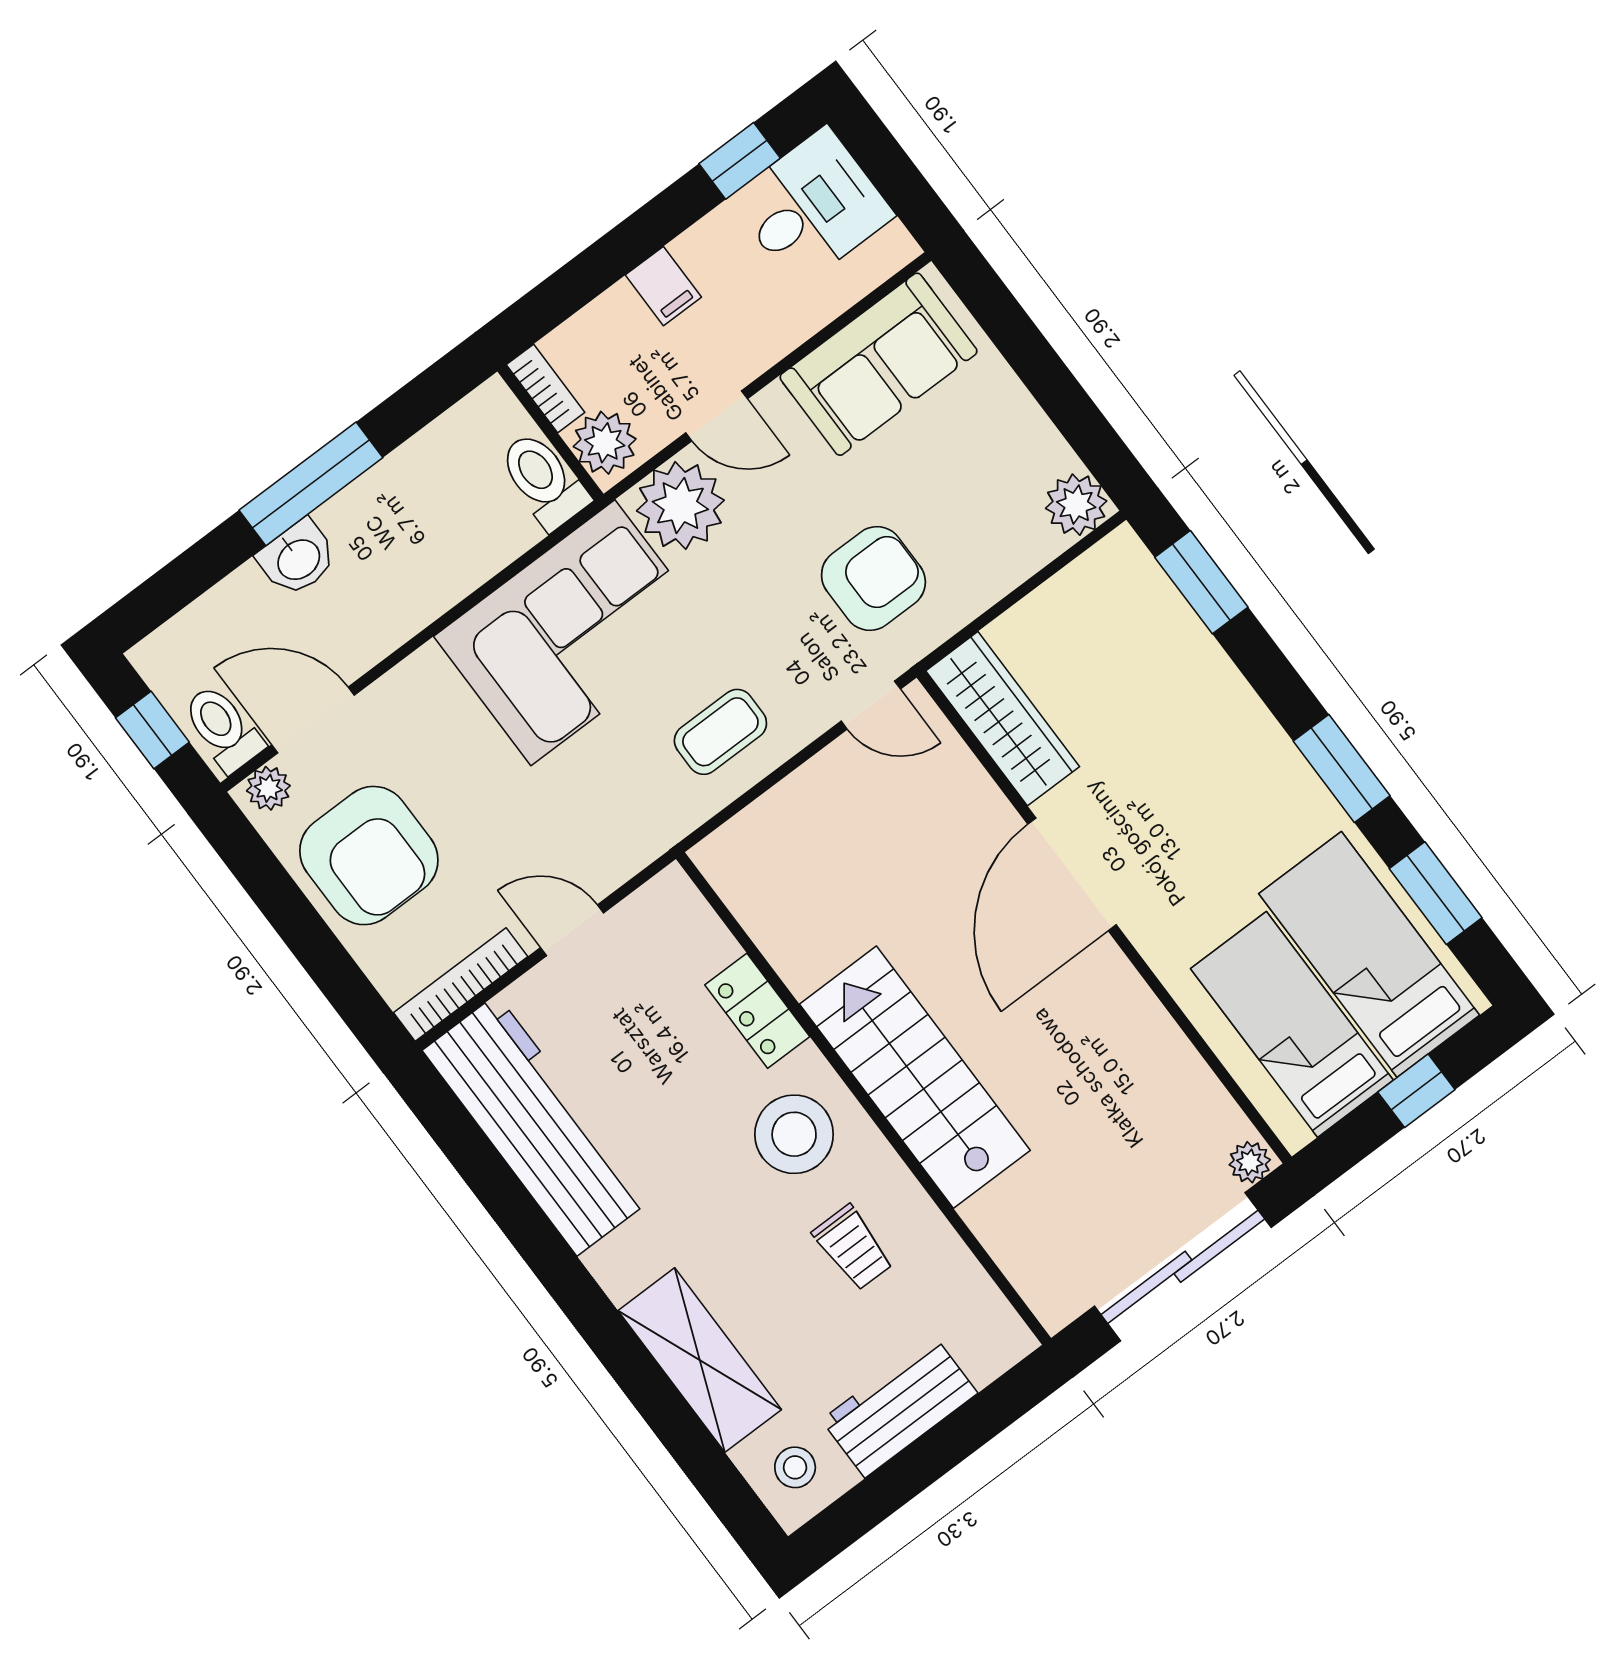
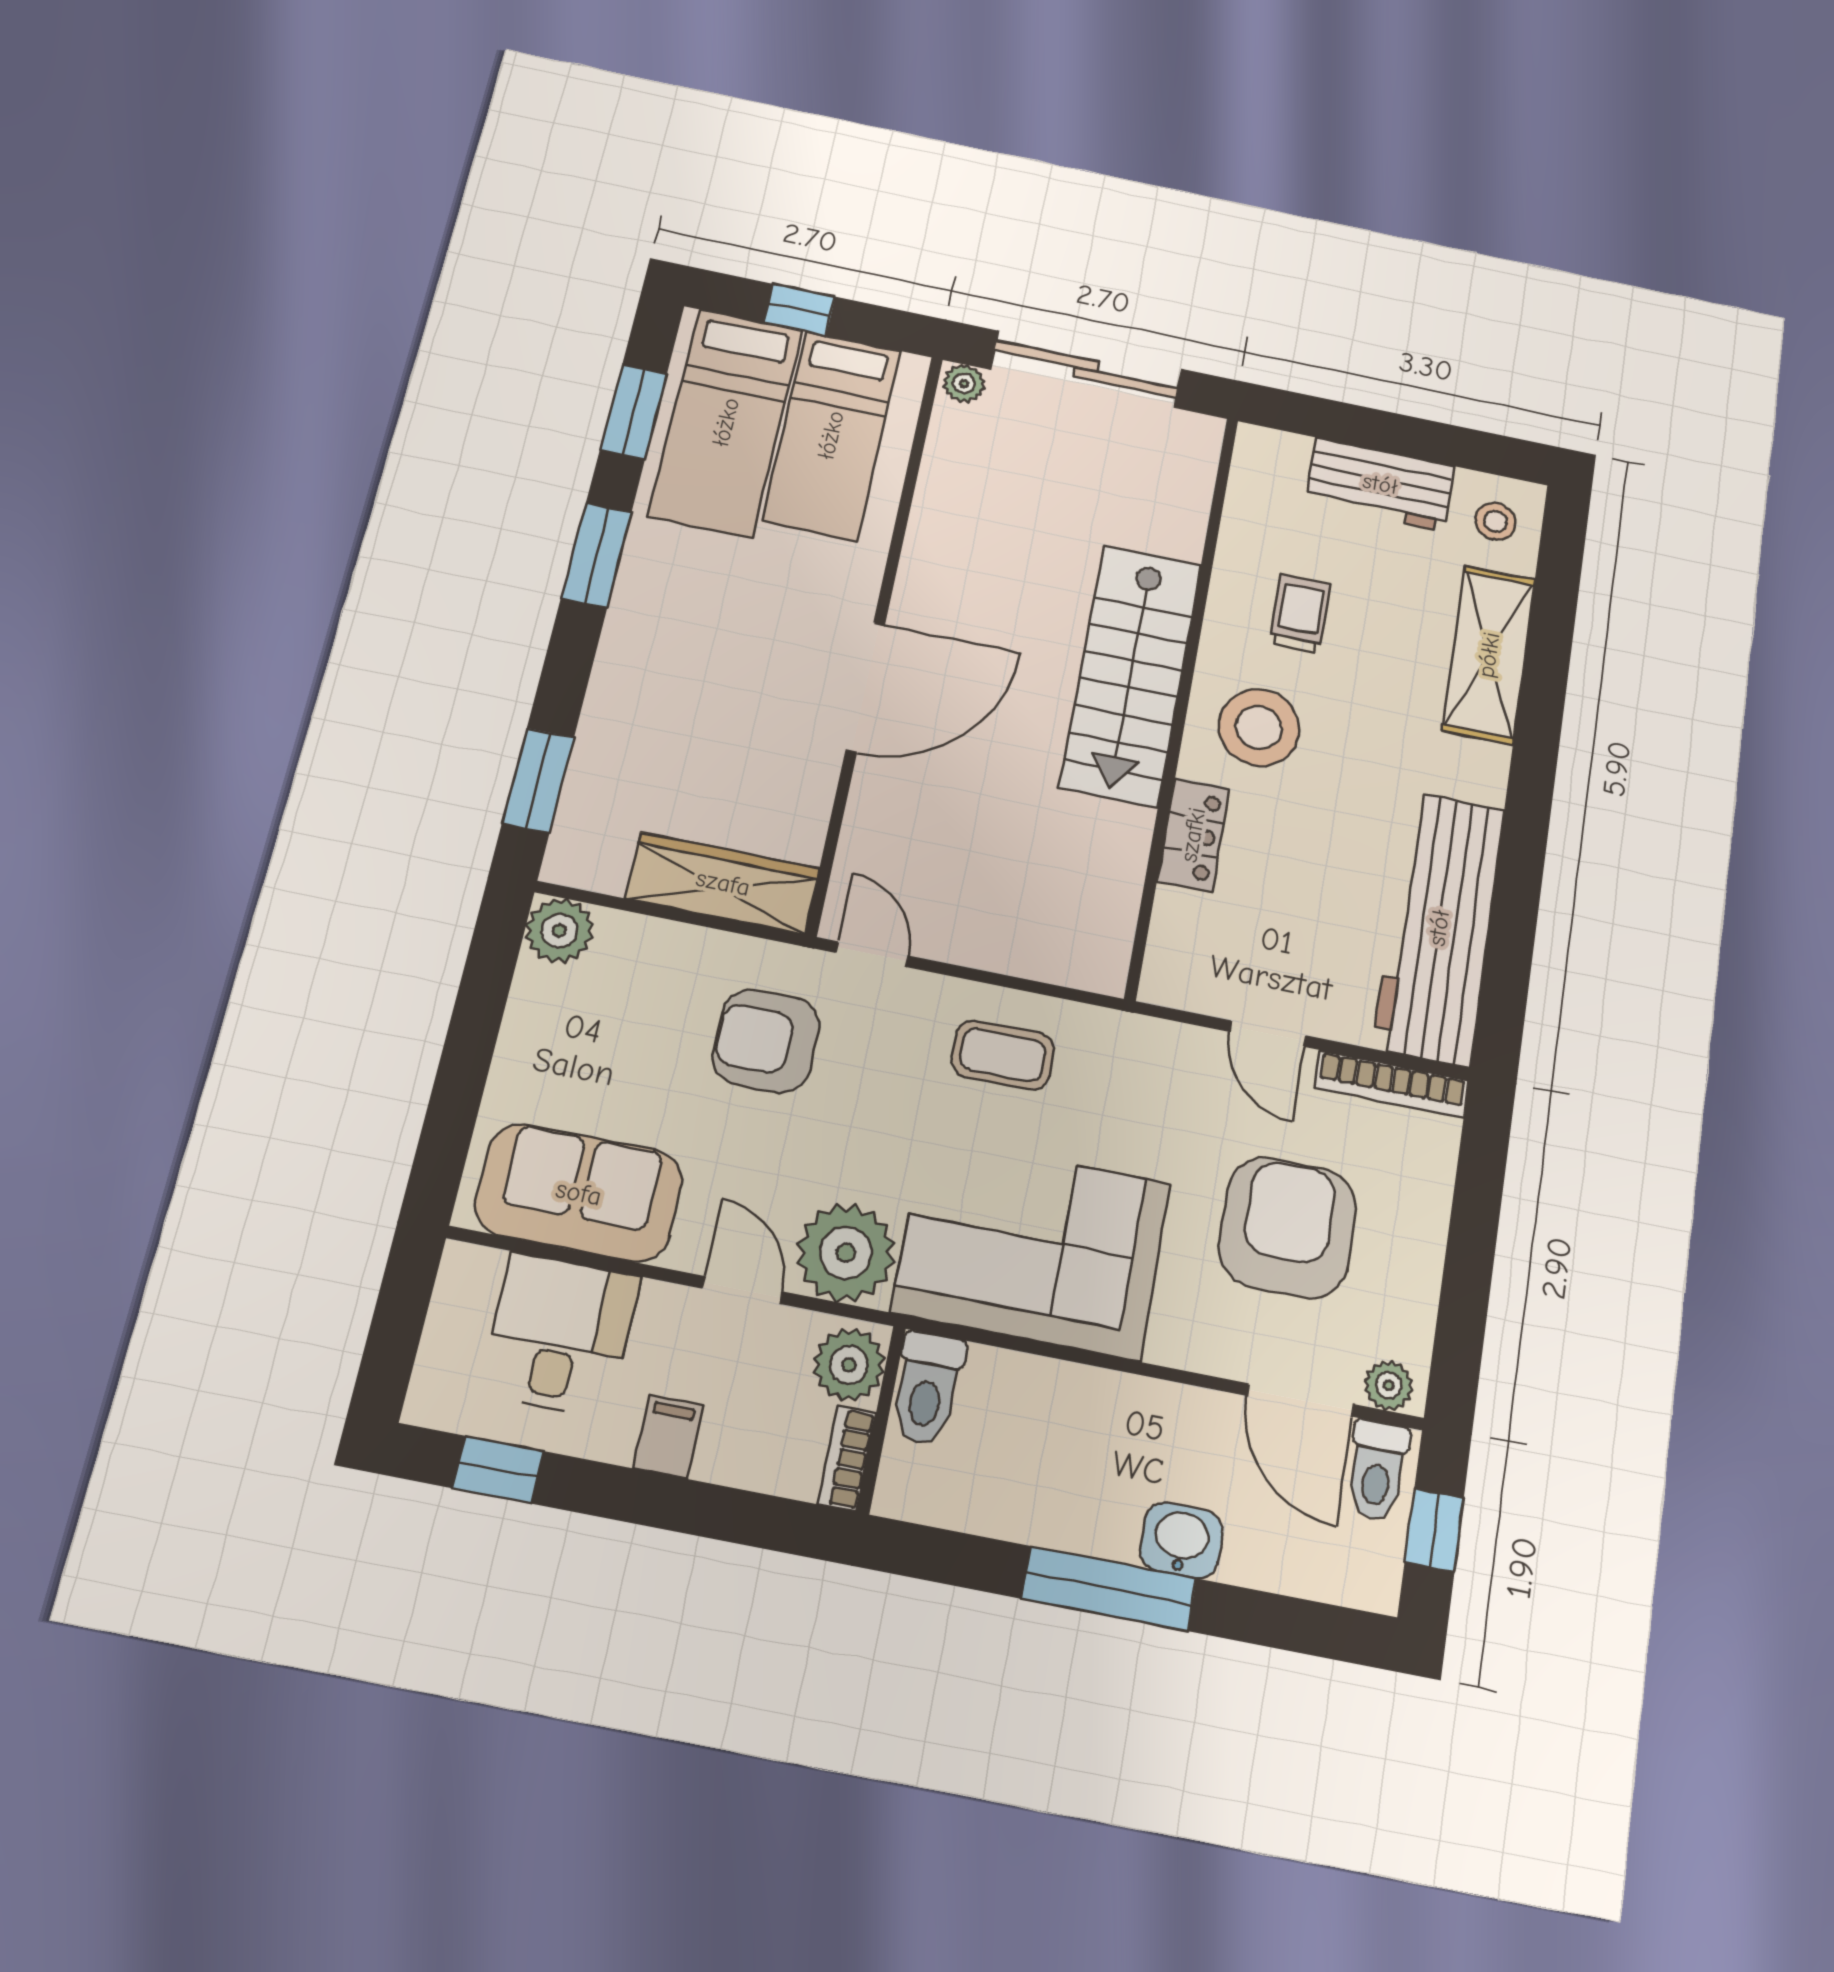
desk: (812, 207) -> (560, 1335), moved, turned 90
wardrobe: (1003, 719) -> (723, 883), moved, turned 90
armchair: (369, 856) -> (1288, 1228), moved

